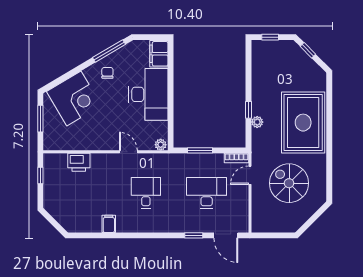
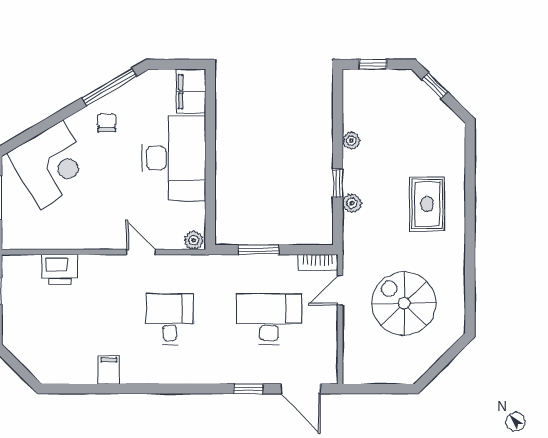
plant: (257, 84) -> (351, 141), added
rug: (303, 123) -> (427, 204), width x0.54, depth x0.49

